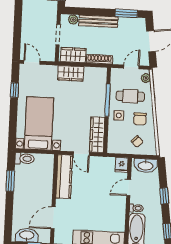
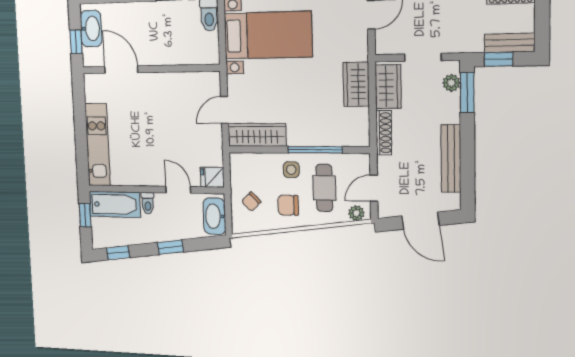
window: (126, 13) -> (467, 93), moved
bench: (98, 21) -> (451, 159), moved
door: (131, 67) -> (374, 188), swing flipped
kitchen counter: (64, 177) -> (186, 84), removed

